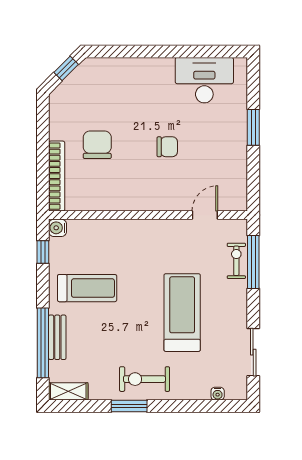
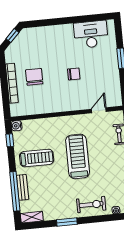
bookcase: (57, 176) -> (12, 83), moved
treadmill: (182, 313) -> (78, 156), moved
exercise bike: (144, 379) -> (91, 205), moved, turned 180

